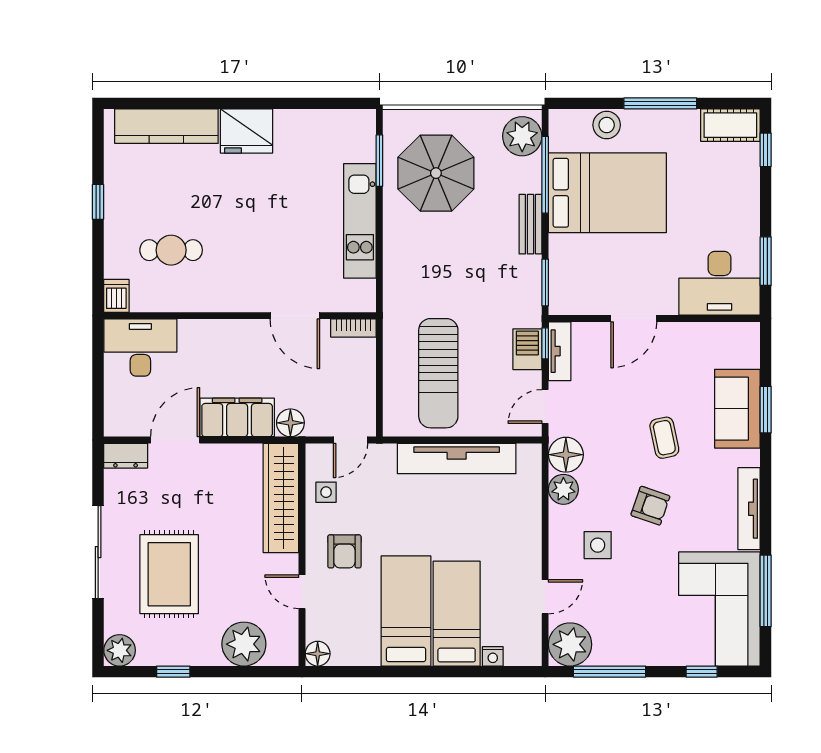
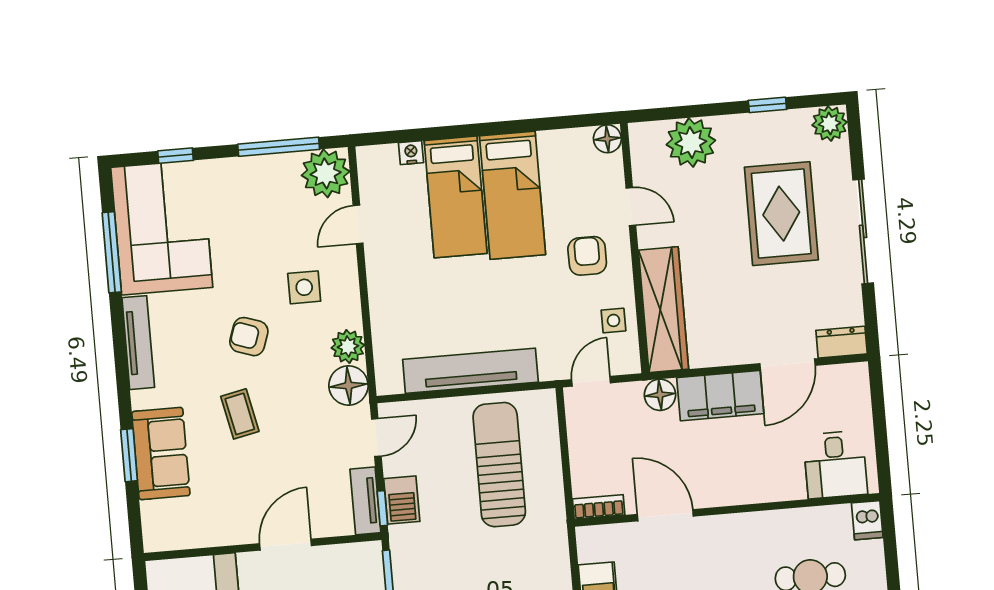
desk: (140, 348) -> (835, 465), width x0.73

